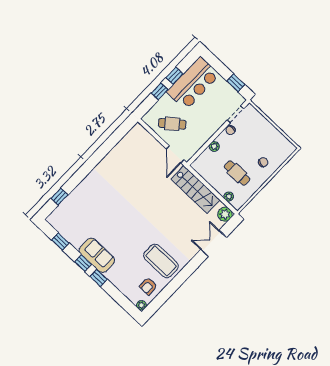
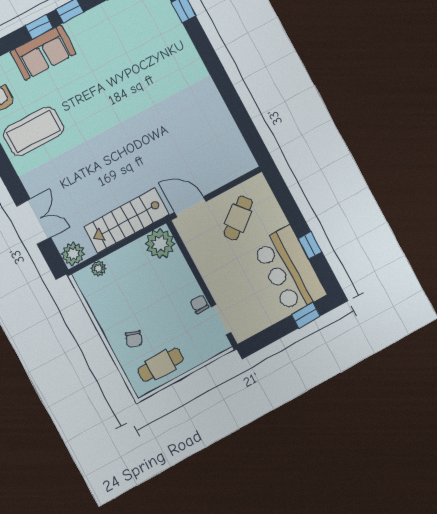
window: (236, 83) -> (306, 315), moved
window: (160, 91) -> (294, 215), removed
plant: (214, 146) -> (160, 244), moved, width x1.88, depth x1.88
cafe table: (237, 173) -> (160, 365), moved
sofa: (97, 255) -> (43, 53), moved

